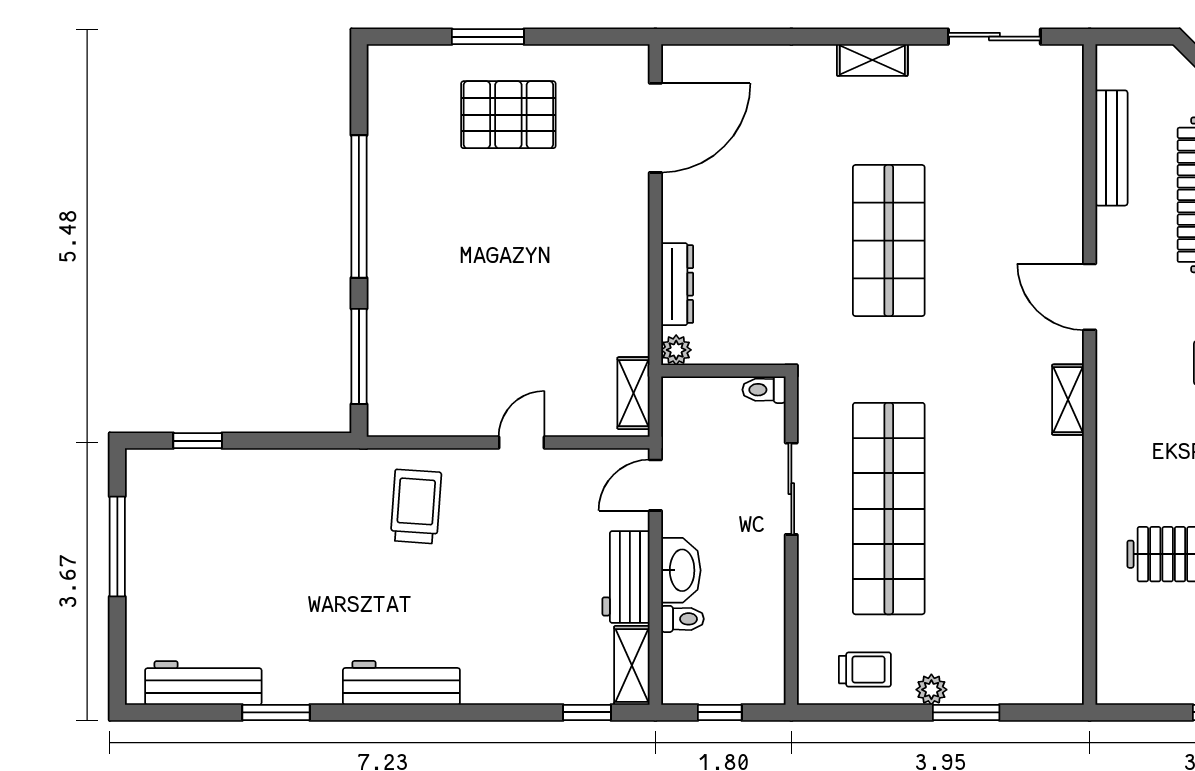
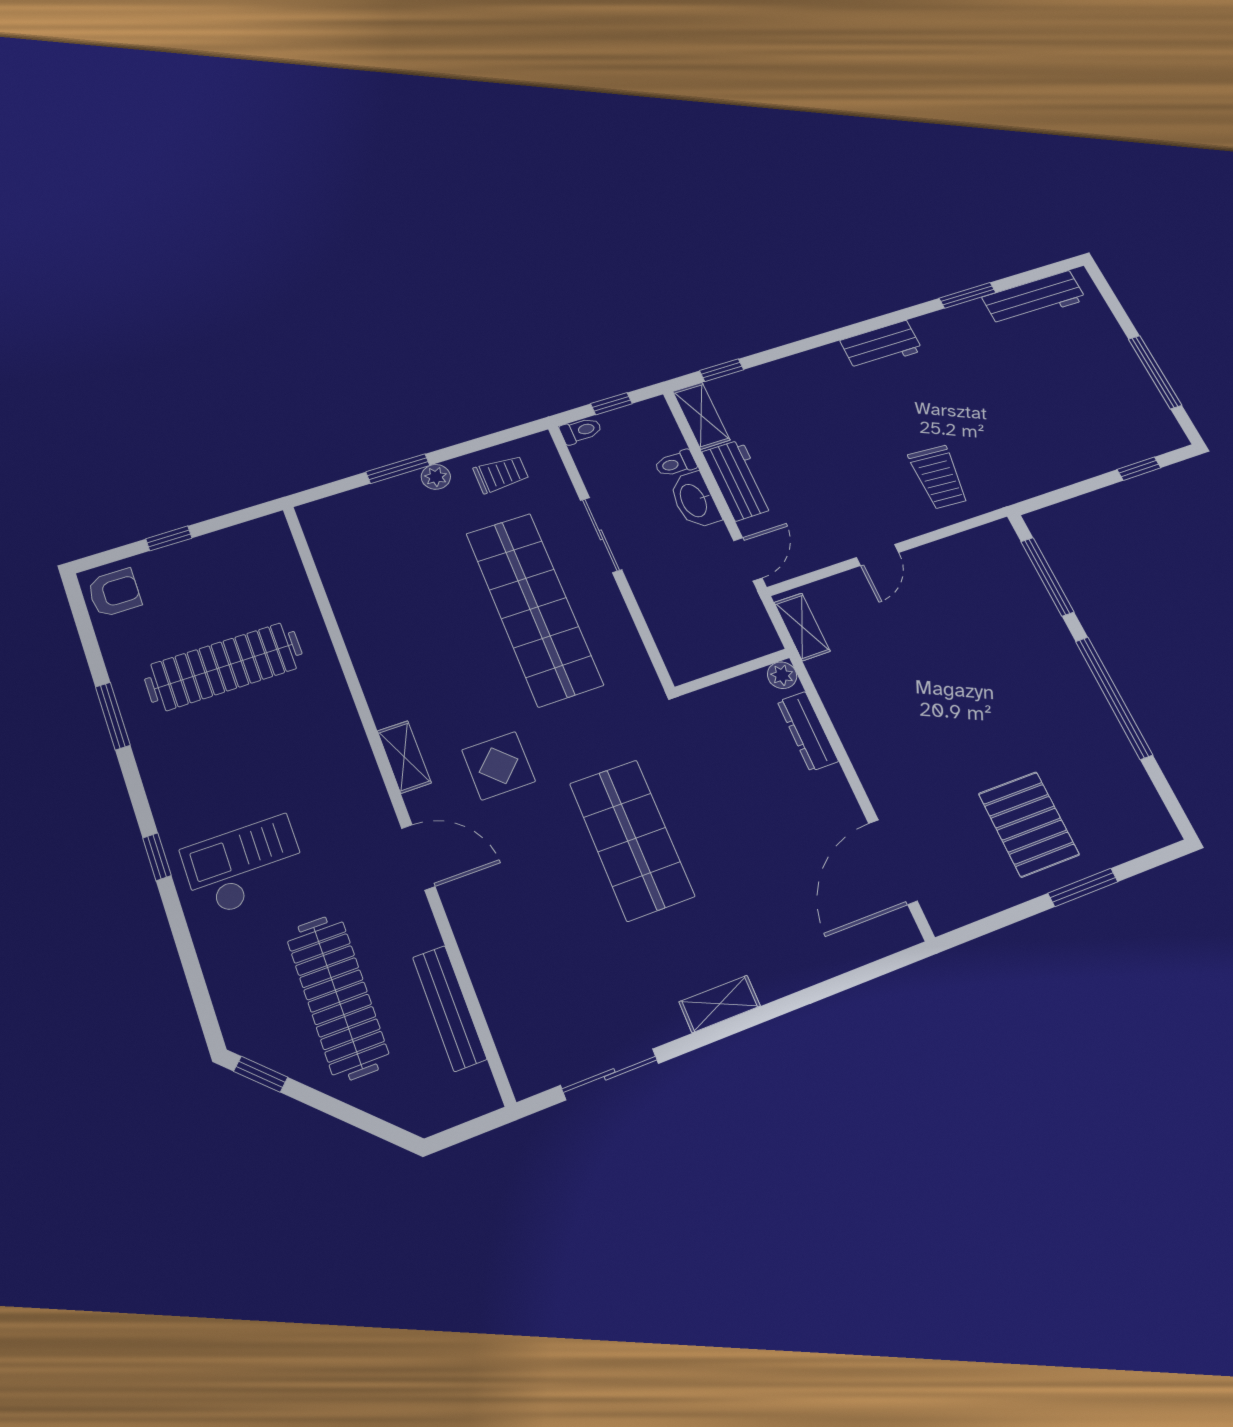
pallet: (508, 115) -> (1029, 824), turned 90
display table: (984, 358) -> (499, 766), added
toilet: (764, 390) -> (581, 431), moved
sliding door: (791, 489) -> (601, 535), moved
trolley: (865, 670) -> (501, 474), turned 180
workbench: (401, 683) -> (881, 346), width x0.73

